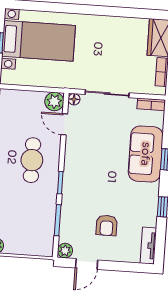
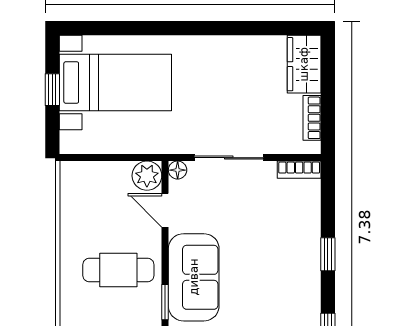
sofa: (146, 154) -> (194, 277), moved, turned 180
cafe table: (32, 160) -> (118, 270), turned 90

